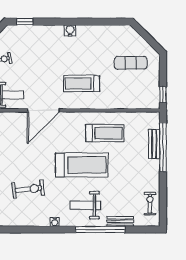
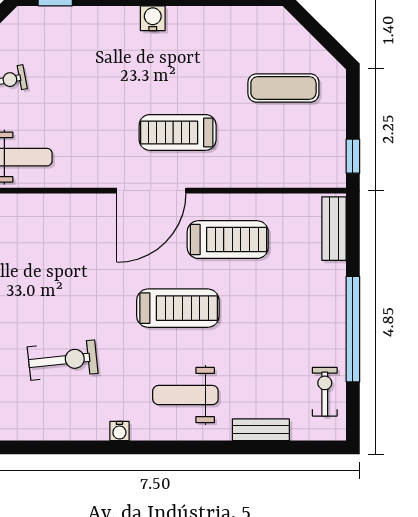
door: (43, 110) -> (151, 191), moved
bench: (154, 144) -> (334, 229), moved
window: (163, 147) -> (353, 329), moved
treadmill: (82, 165) -> (178, 308), width x0.73, depth x0.73
window: (100, 230) -> (218, 447), removed

